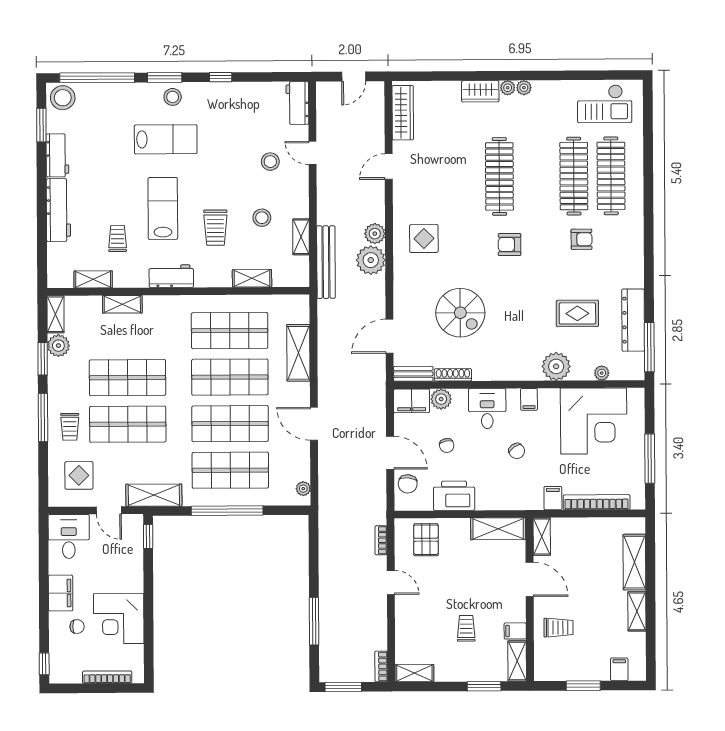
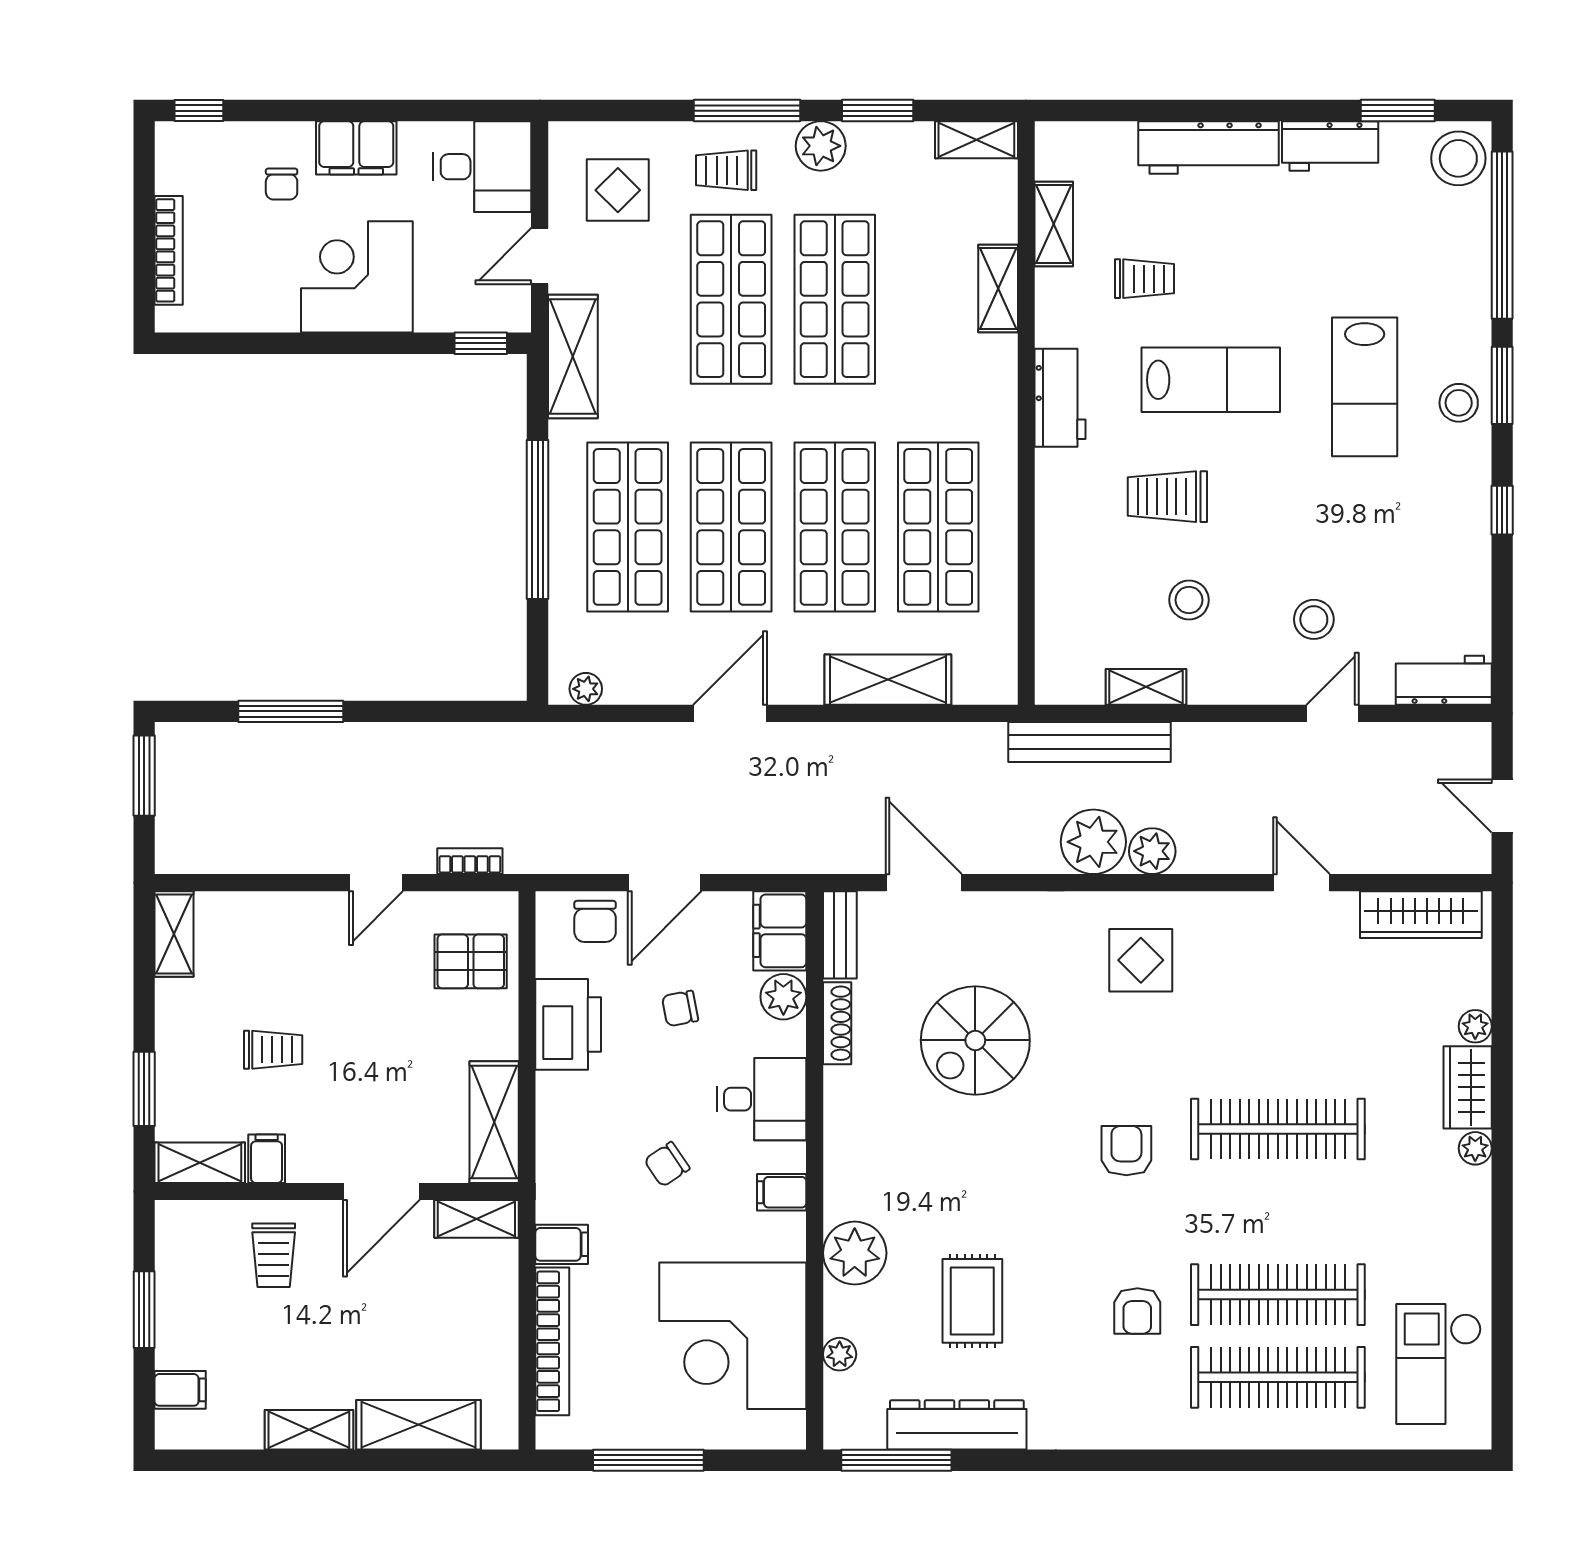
plant: (524, 88) -> (1475, 1026), moved
shelving: (252, 278) -> (1054, 577), removed
plant: (58, 346) -> (821, 146), moved
chair: (408, 484) -> (595, 921), turned -96
corner desk: (119, 619) -> (357, 277), moved
bookcase: (381, 666) -> (189, 860), removed

